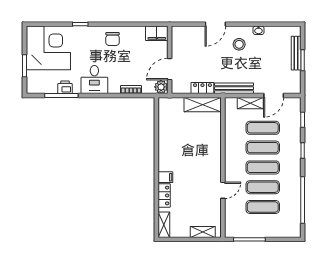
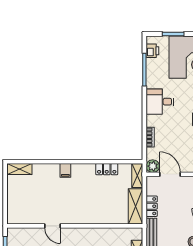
printer: (65, 87) -> (152, 51), moved
locker: (164, 195) -> (107, 169), moved
shelving: (203, 232) -> (137, 176), moved

